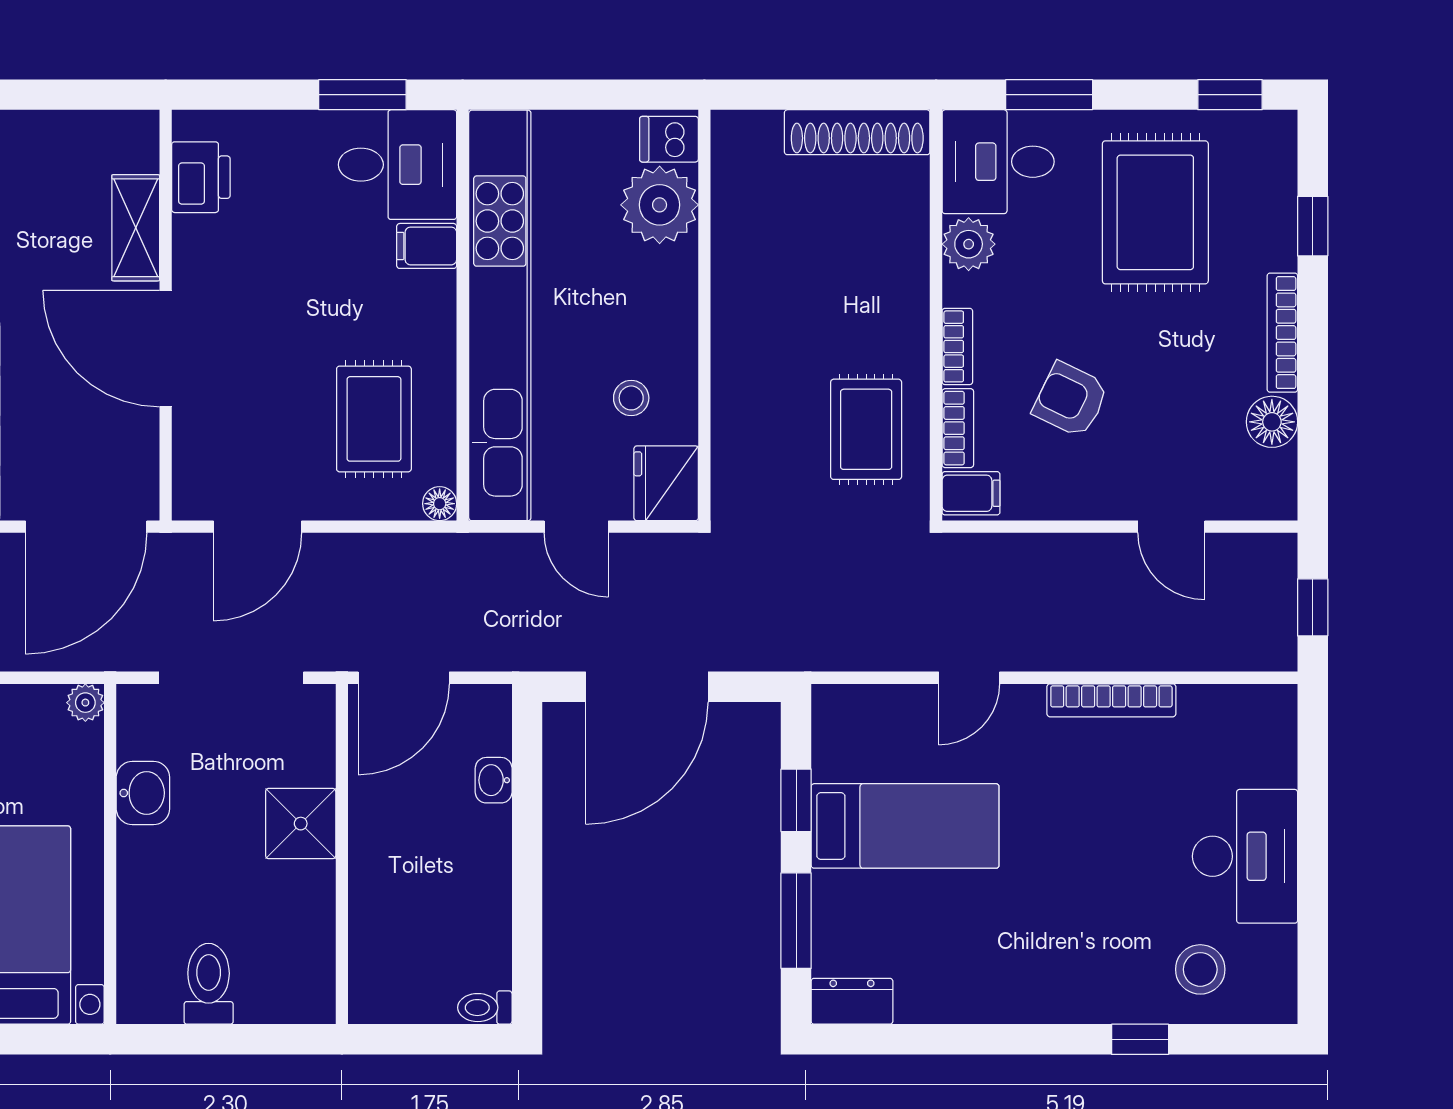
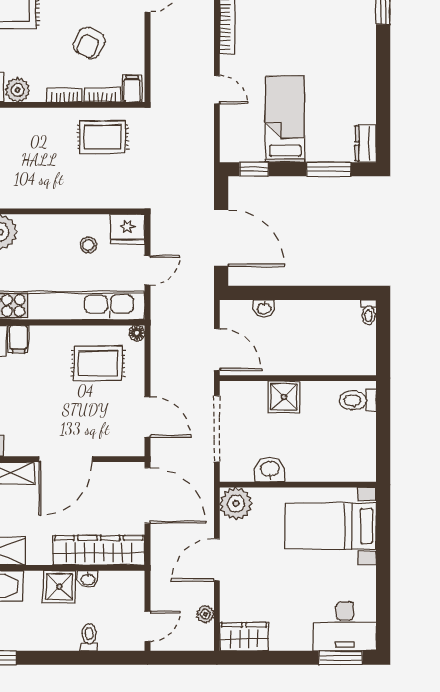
plant: (85, 703) -> (236, 504), width x1.88, depth x1.88
window: (796, 800) -> (254, 169), moved
toilet: (209, 984) -> (358, 400), moved

